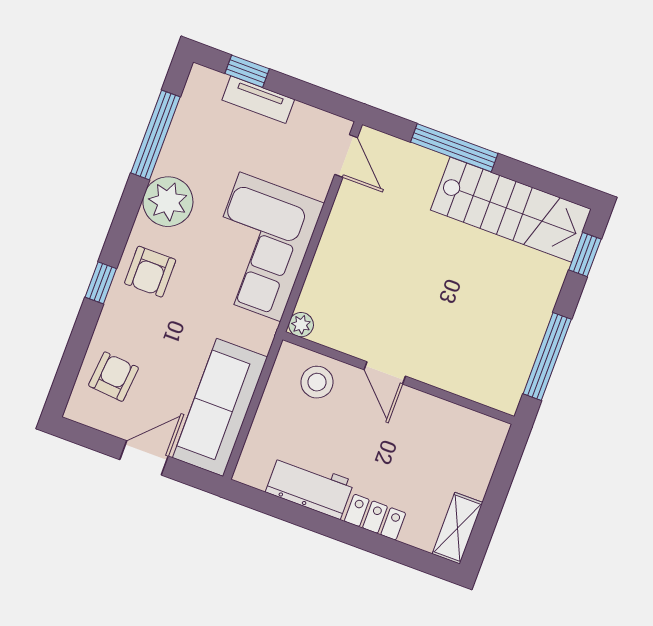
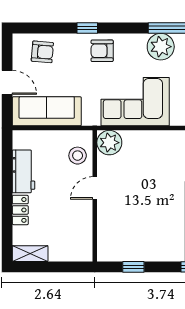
plant: (168, 202) -> (161, 47), moved
plant: (301, 325) -> (109, 143), width x1.88, depth x1.88
window: (547, 357) -> (133, 267), width x0.46

